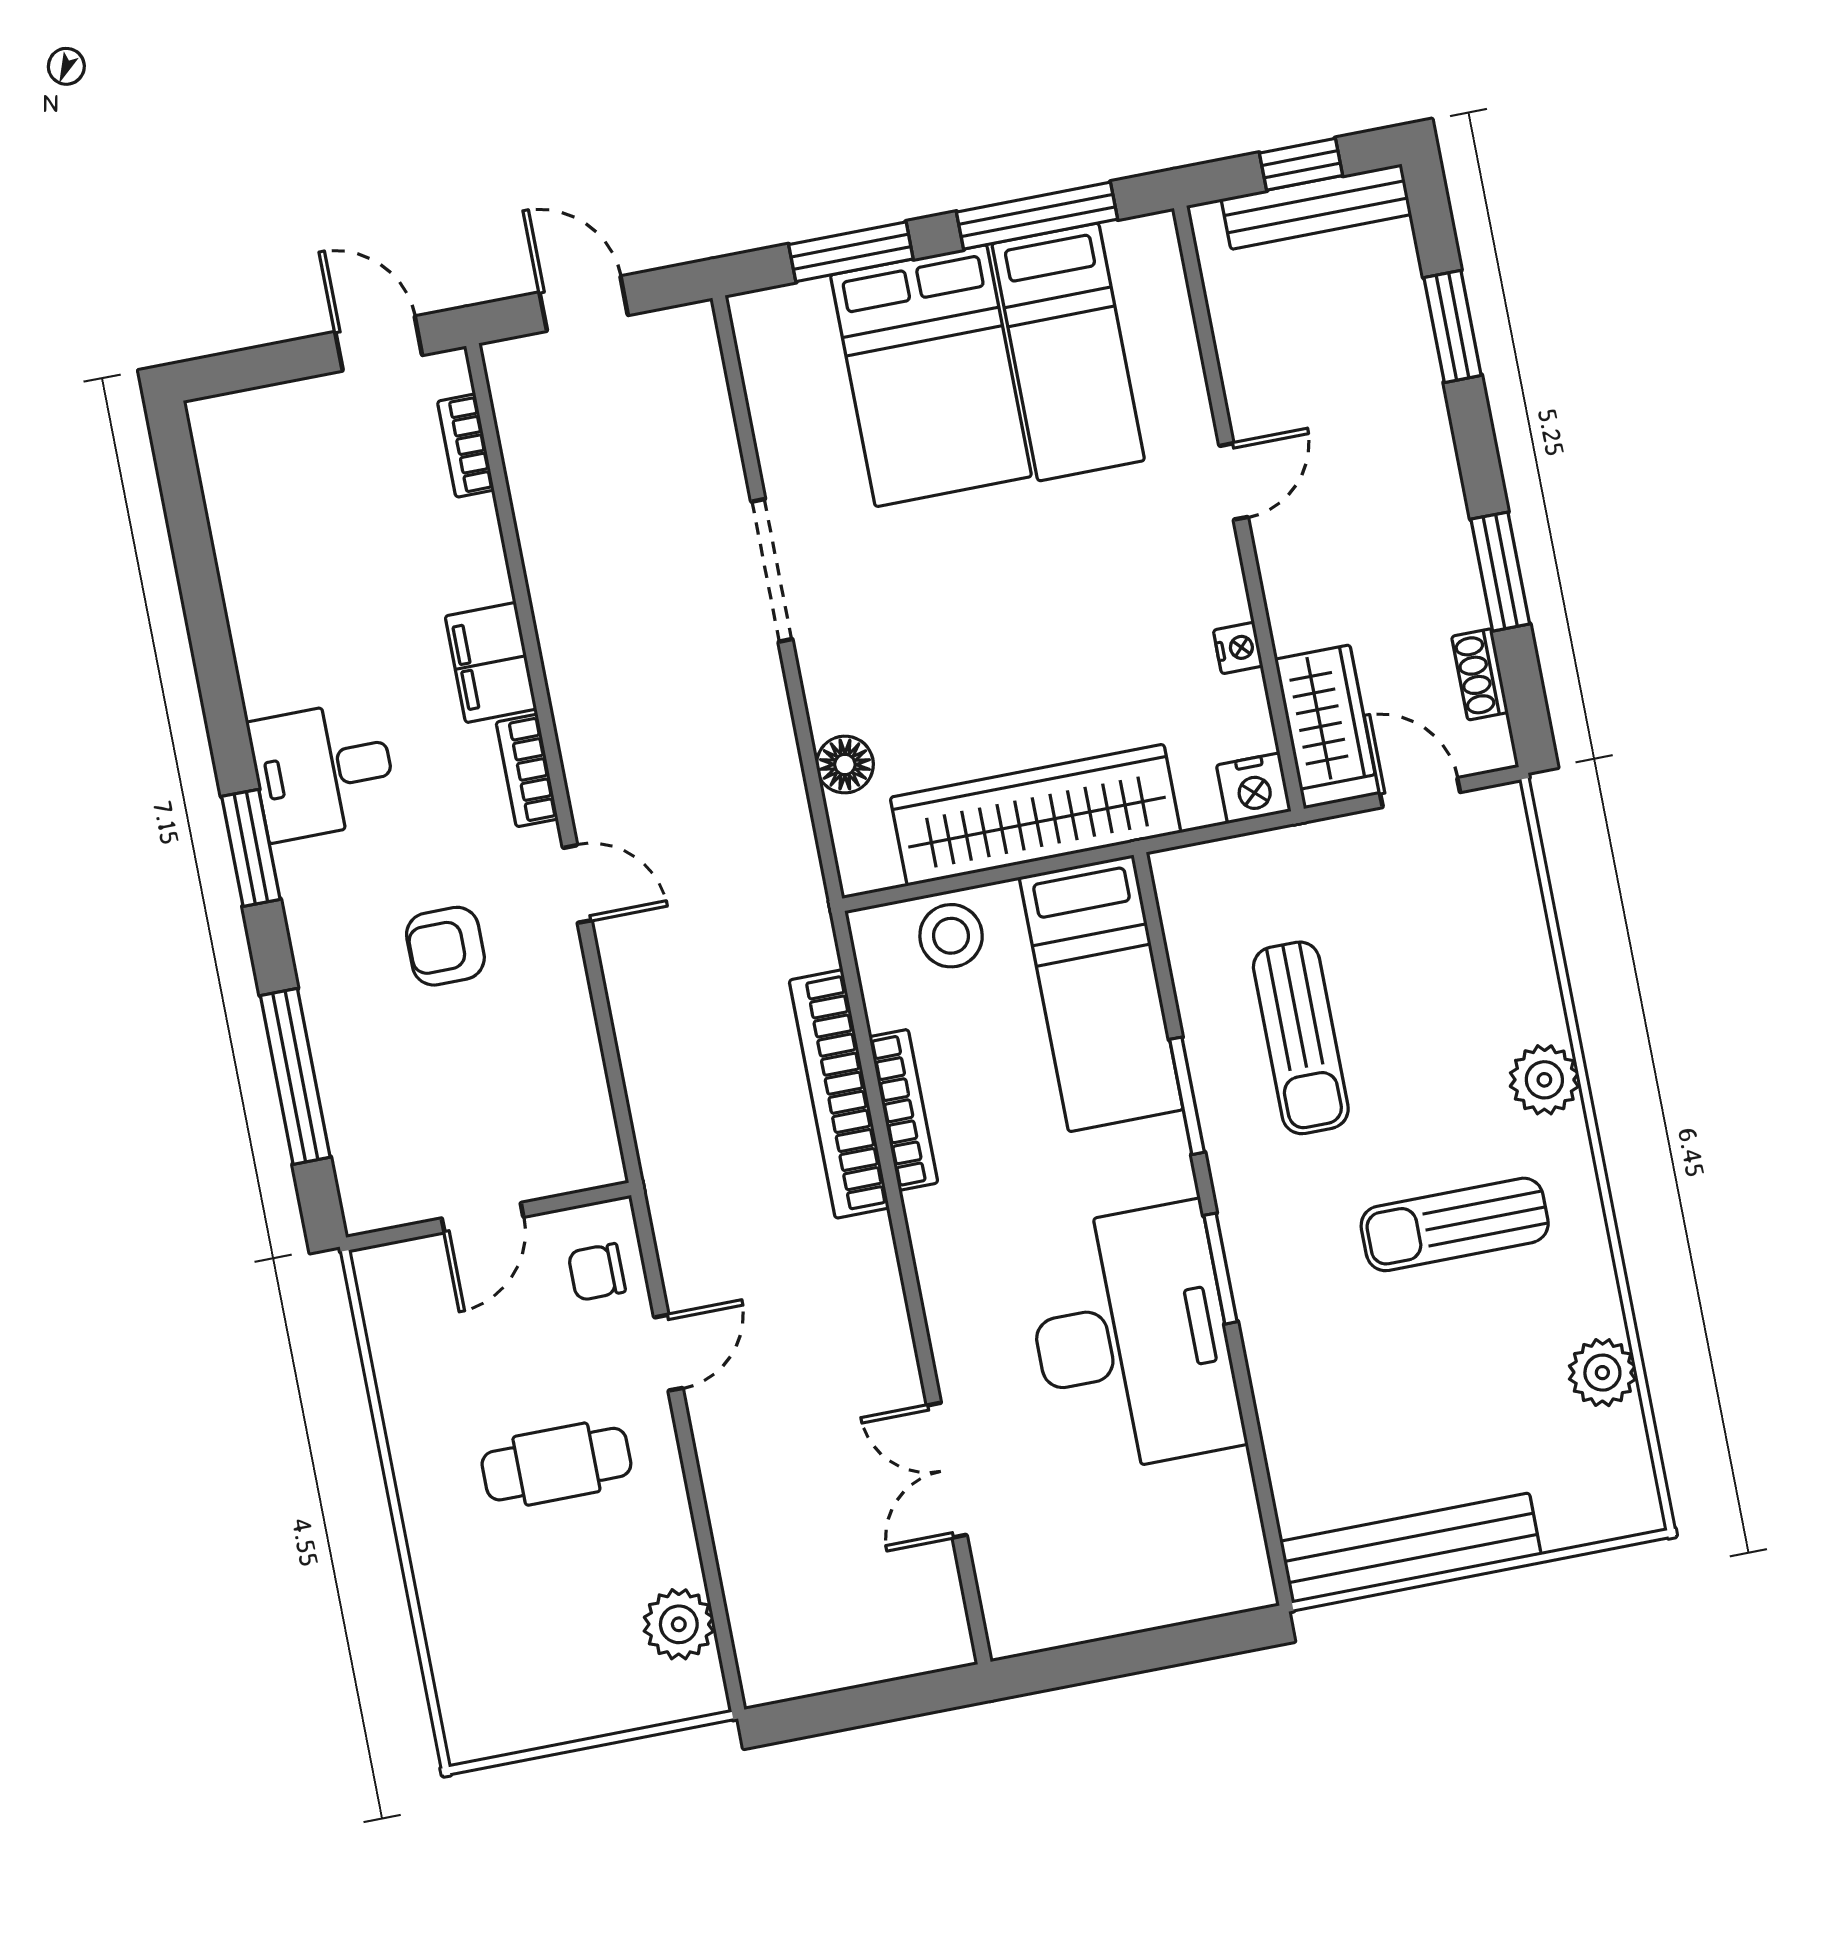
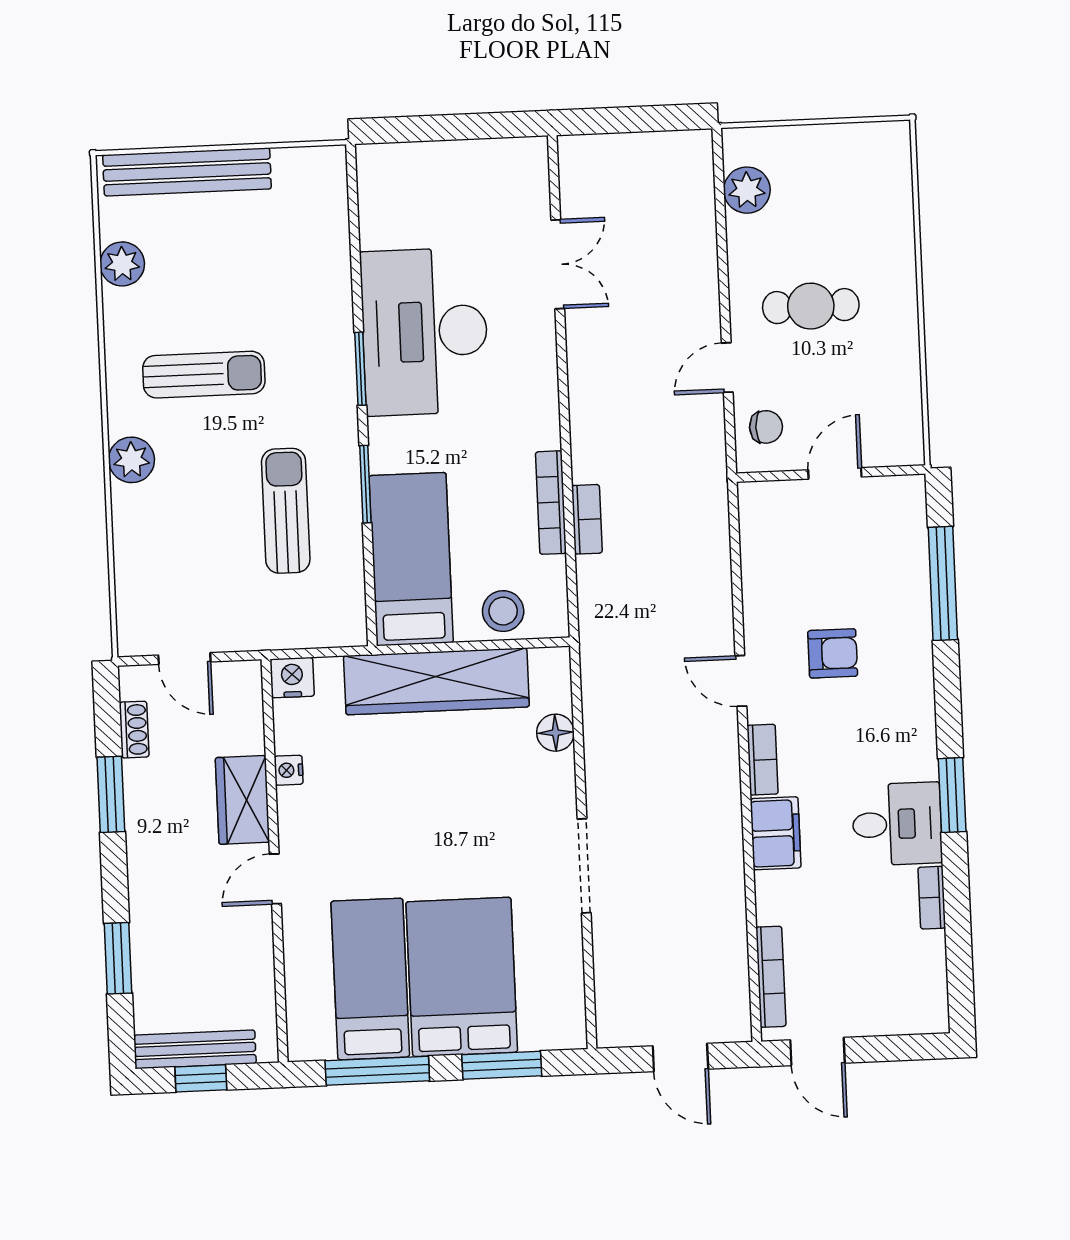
bookcase: (466, 446) -> (771, 977), width x1.56
bookcase: (241, 601) -> (932, 898), added
wardrobe: (1325, 717) -> (243, 800), moved
desk: (323, 770) -> (897, 824), moved
window: (251, 848) -> (952, 795), moved
bookcase: (839, 1094) -> (587, 519), width x0.43, depth x0.76
bench: (1411, 1548) -> (187, 172), moved

